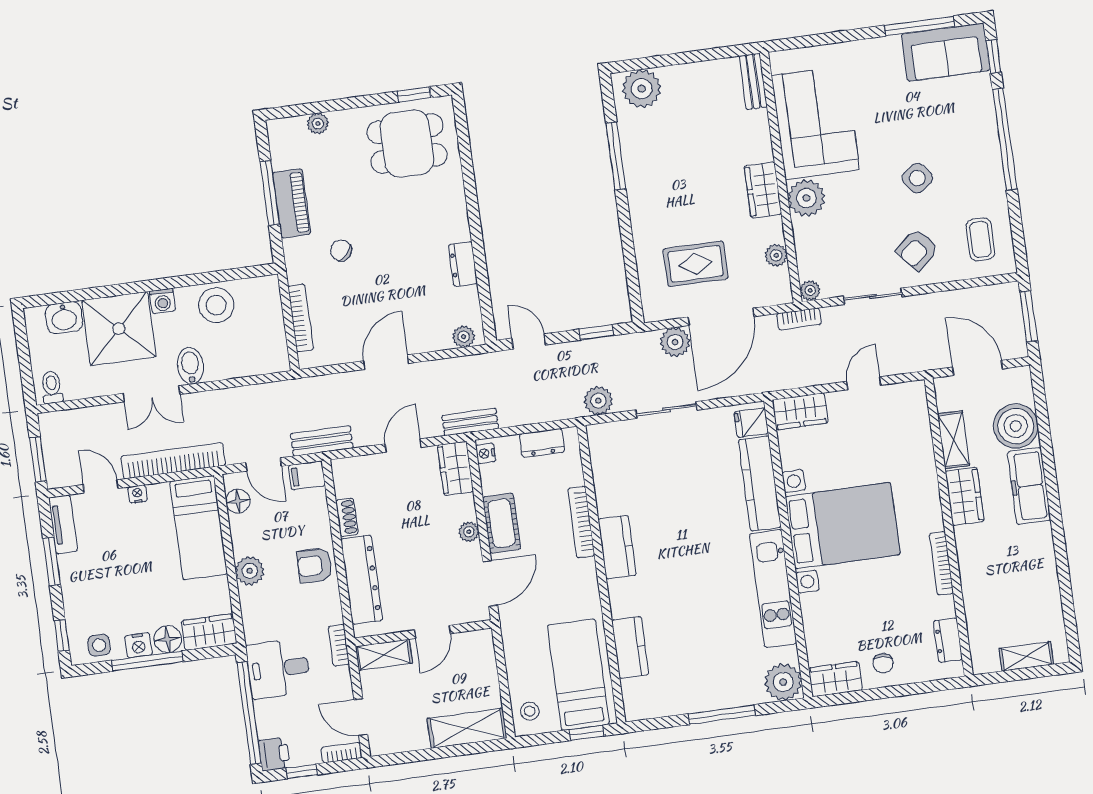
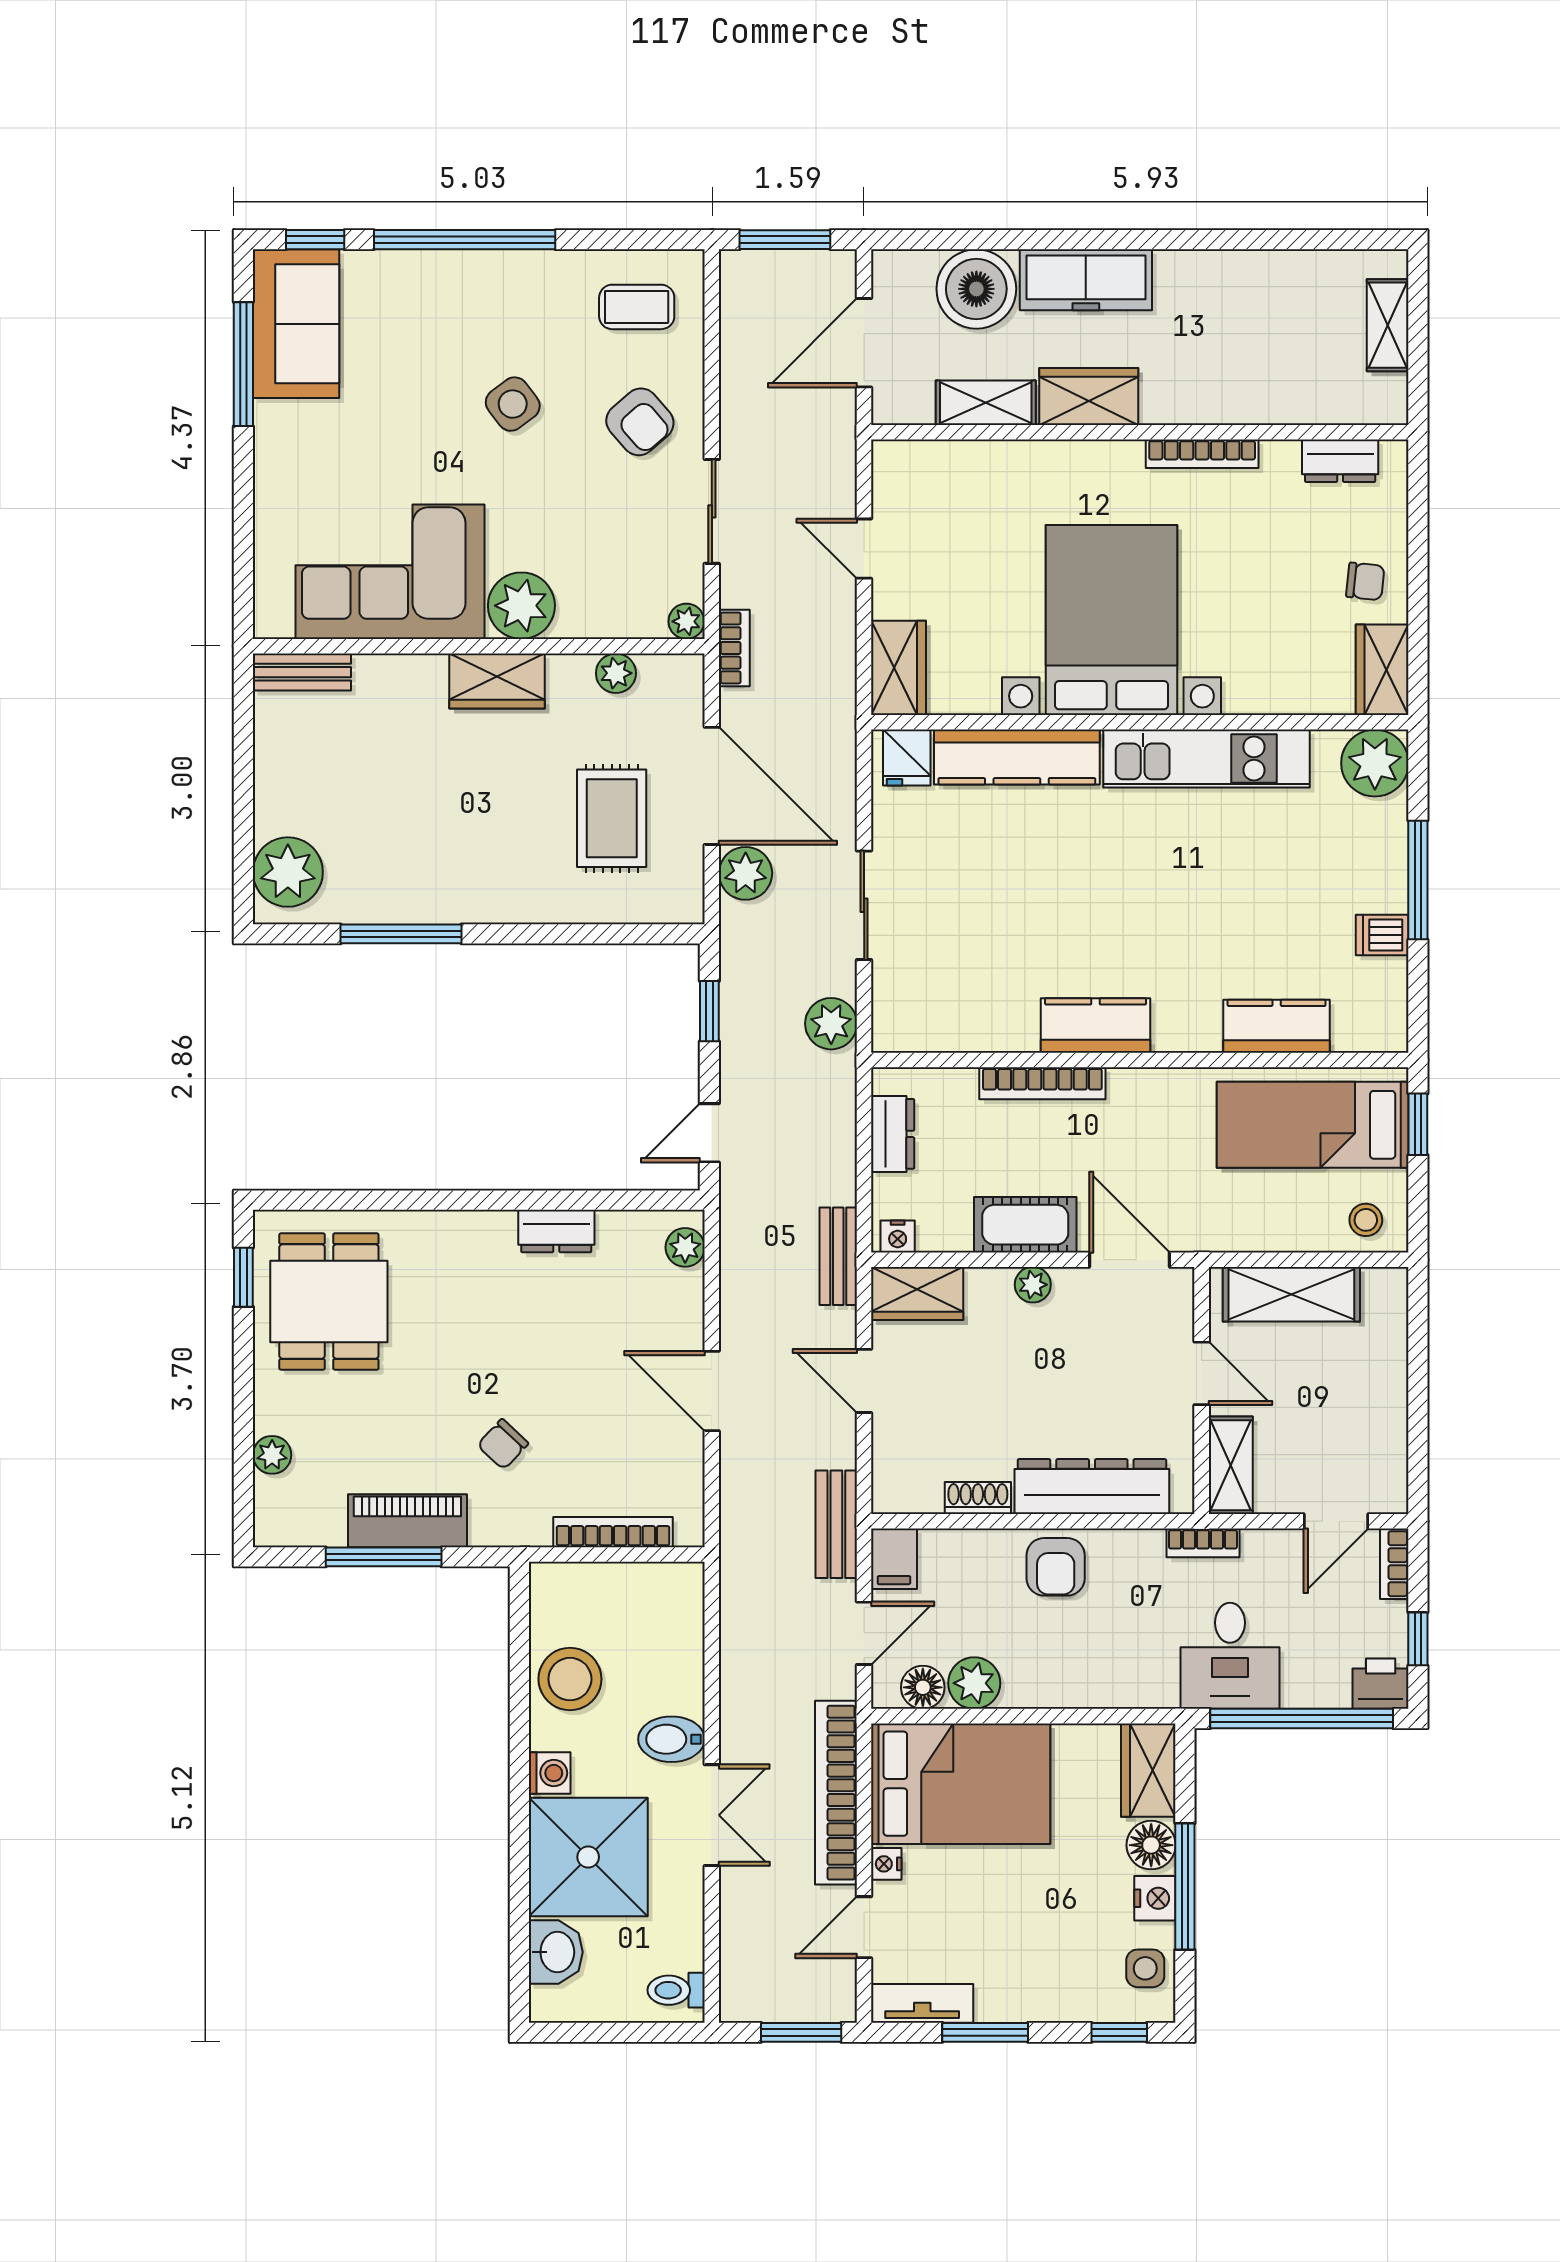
bed: (199, 528) -> (961, 1784), width x1.50
plant: (250, 571) -> (974, 1683), moved
dishwasher: (689, 699) -> (1382, 935), added
shelving: (467, 728) -> (1291, 1294), moved, turned 90

